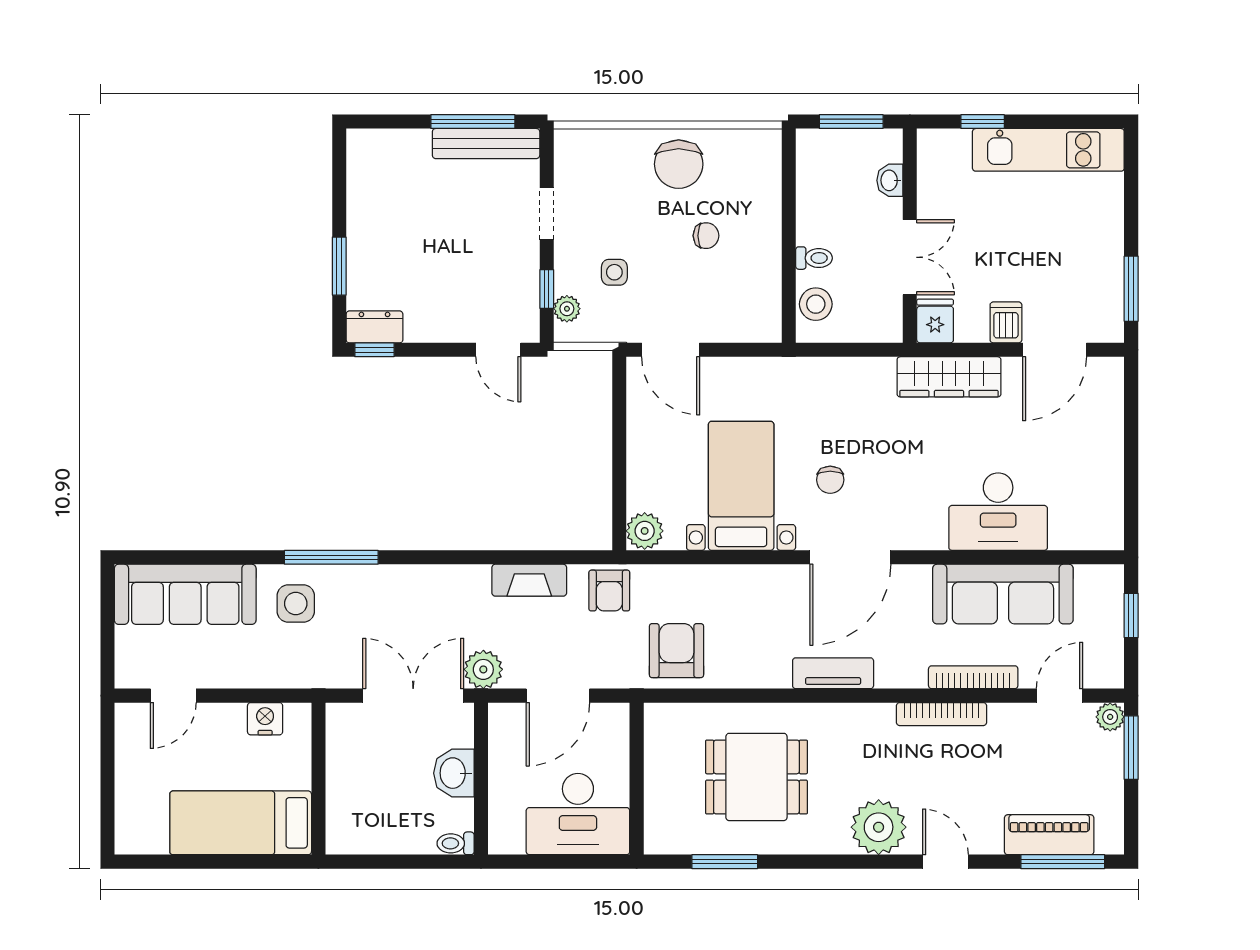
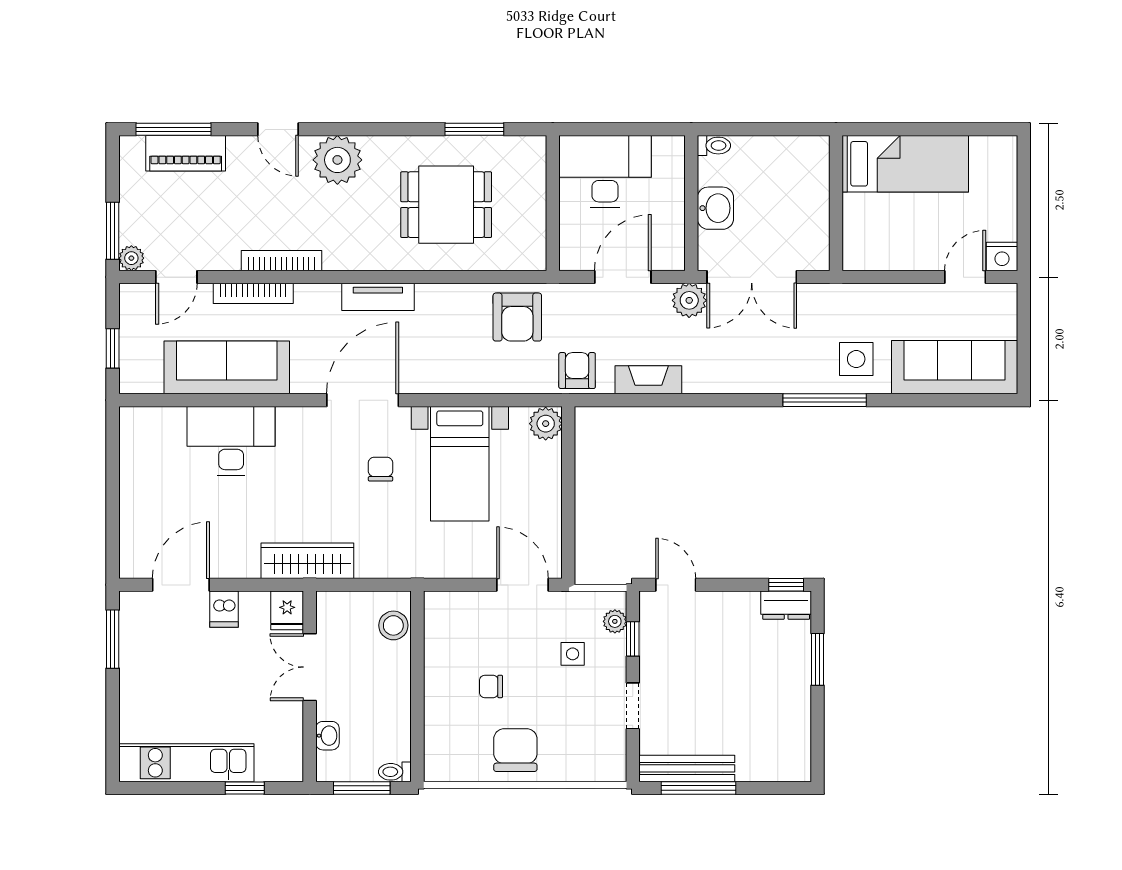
toilet: (814, 258) -> (395, 772), moved
wardrobe: (949, 377) -> (307, 561), moved
nightstand: (265, 719) -> (1002, 256), moved

